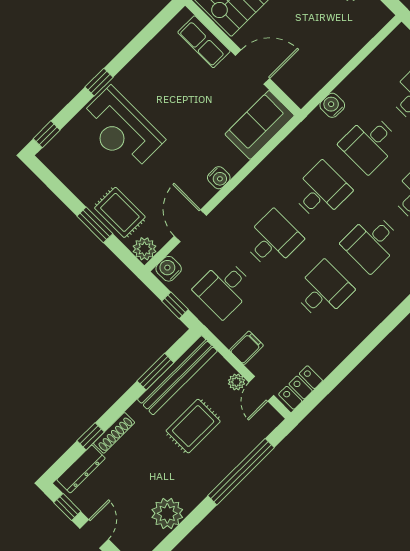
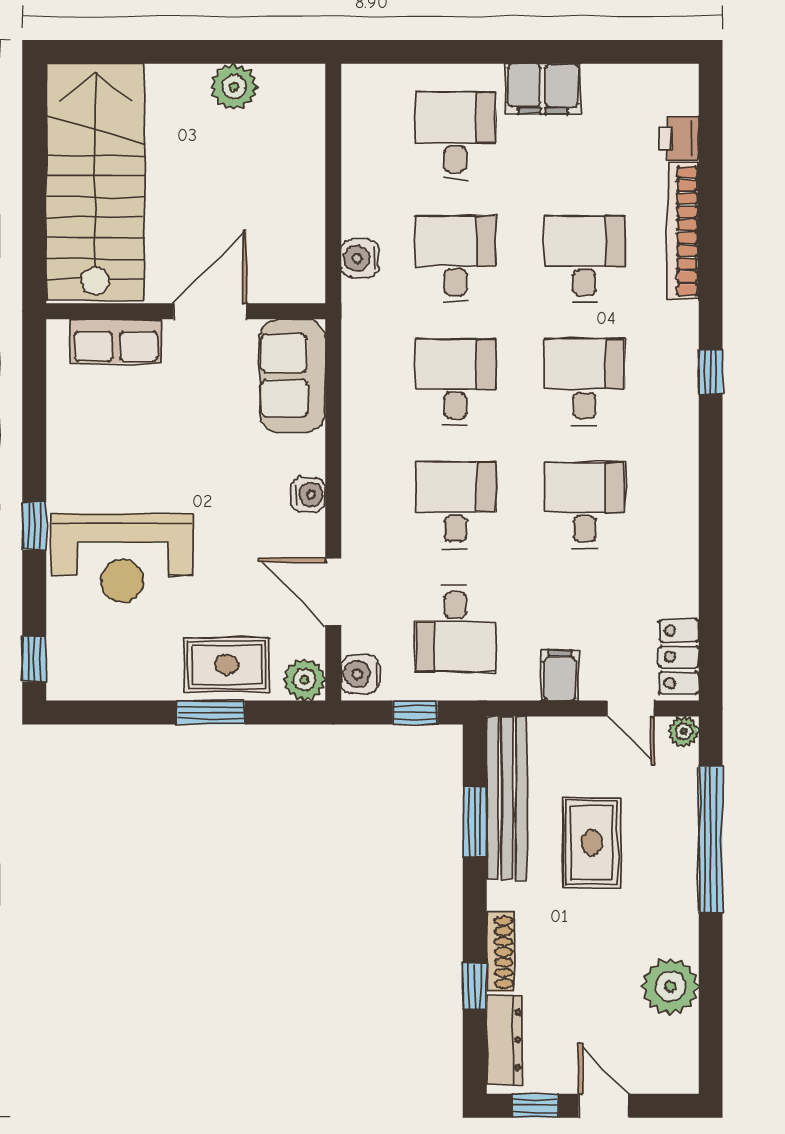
desk: (370, 143) -> (455, 259), turned 180
desk: (372, 242) -> (584, 382), turned 180
plant: (236, 382) -> (684, 732), moved

